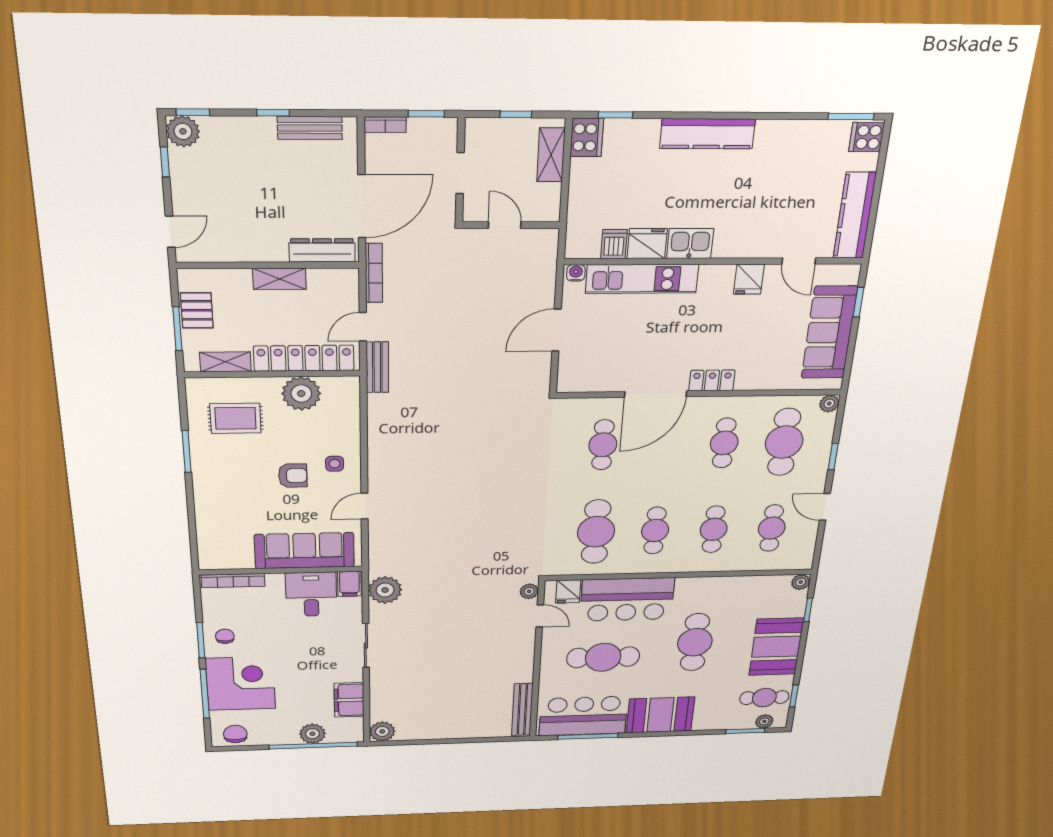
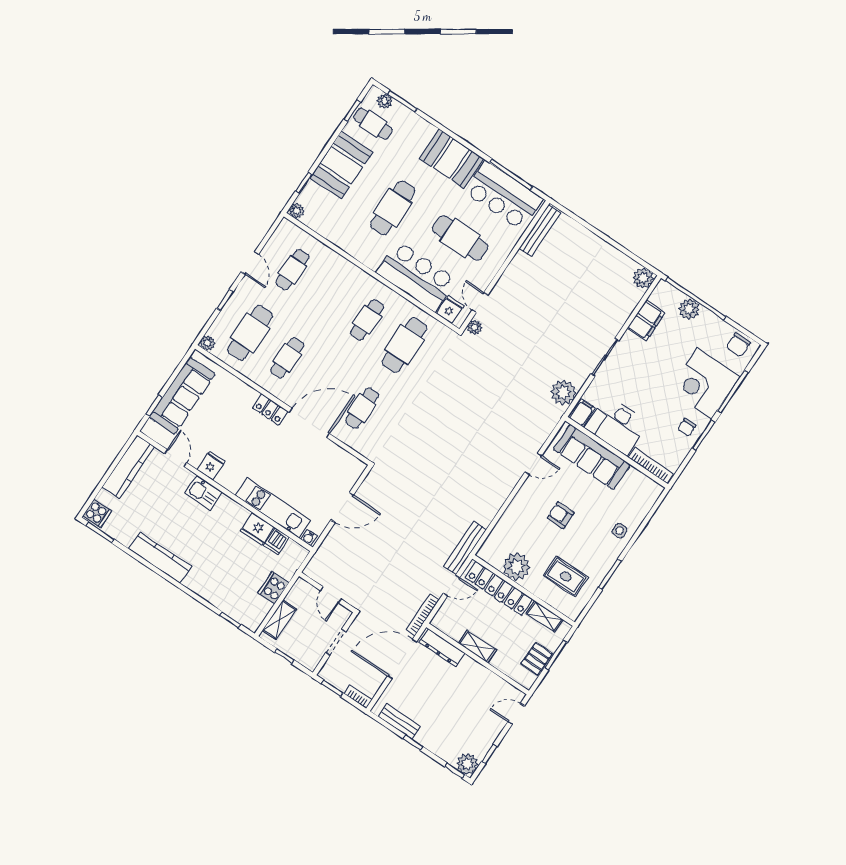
kitchen counter: (707, 134) -> (160, 558), moved
cooker: (587, 137) -> (273, 588), moved
kitchen sink: (690, 244) -> (204, 493), moved
bench: (377, 367) -> (465, 548), width x1.36
side table: (335, 464) -> (620, 531), moved
cafe table: (714, 529) -> (330, 295), removed
desk: (311, 594) -> (617, 425), width x1.37

